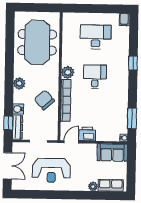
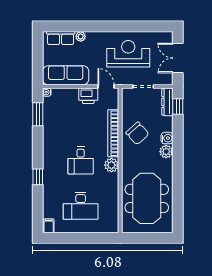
water cooler: (18, 109) -> (167, 138), moved
door: (71, 142) -> (106, 87), swing flipped
sofa: (112, 152) -> (66, 75), width x1.36

